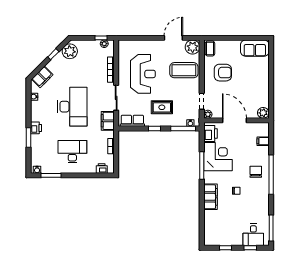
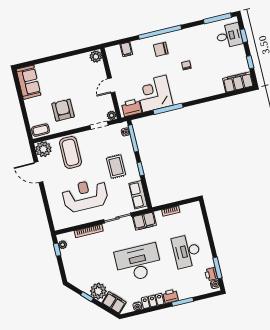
plant: (70, 51) -> (98, 291), moved
locker: (36, 111) -> (153, 301), added
door: (234, 120) -> (111, 85), width x0.53
printer: (102, 168) -> (211, 274), moved
filing cabinet: (210, 197) -> (238, 82), moved

